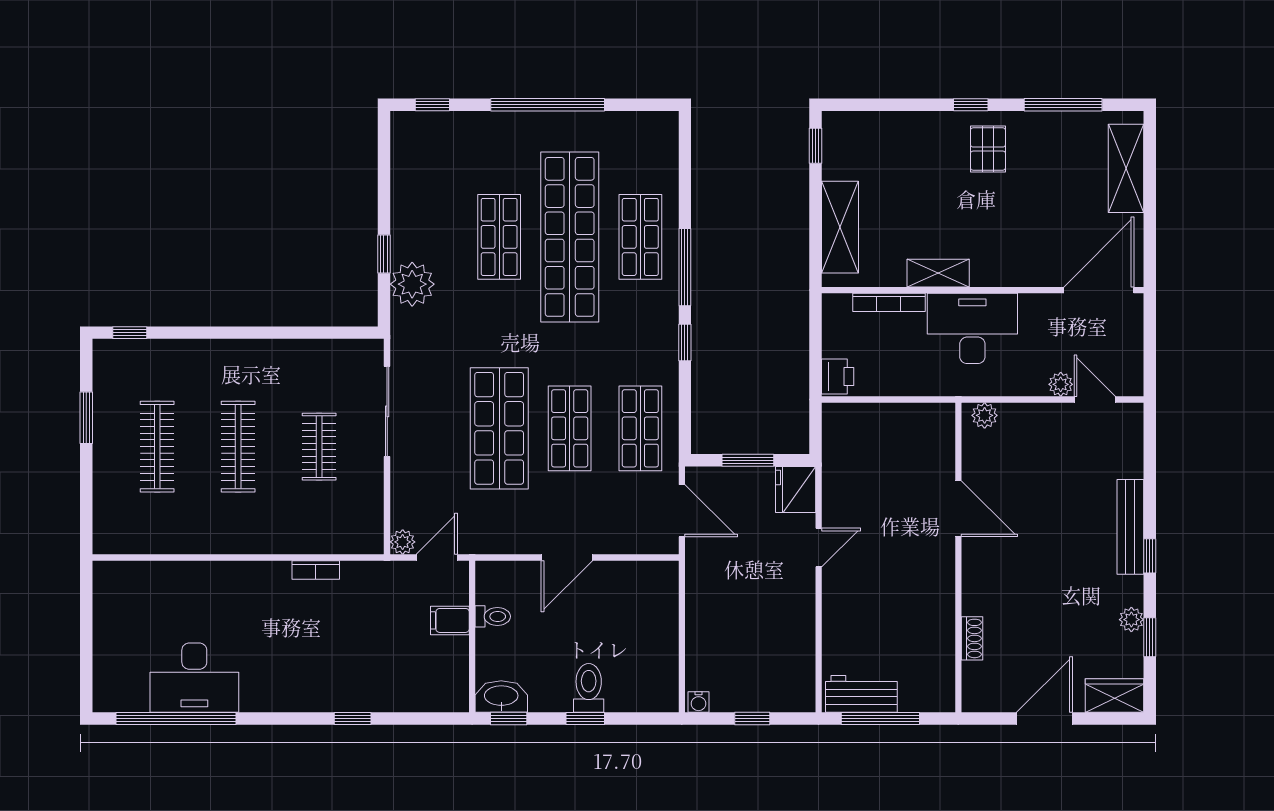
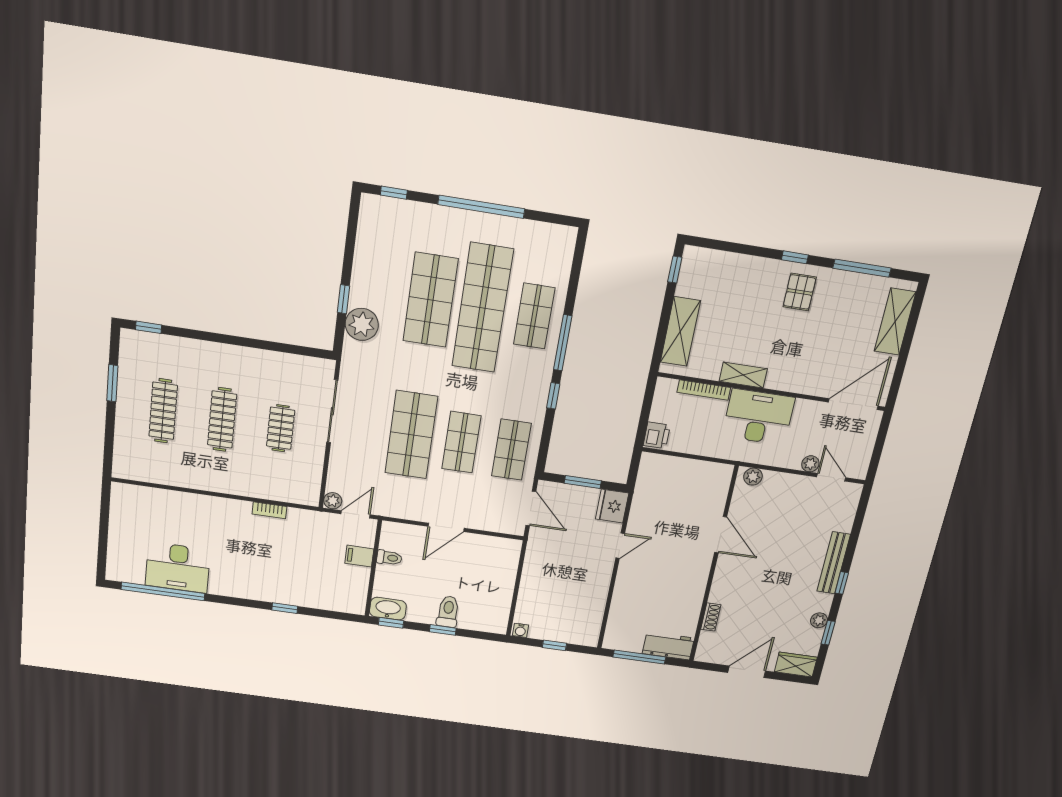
shop shelf: (499, 237) -> (430, 300), width x1.43, depth x1.36
workbench: (861, 694) -> (668, 646), moved

